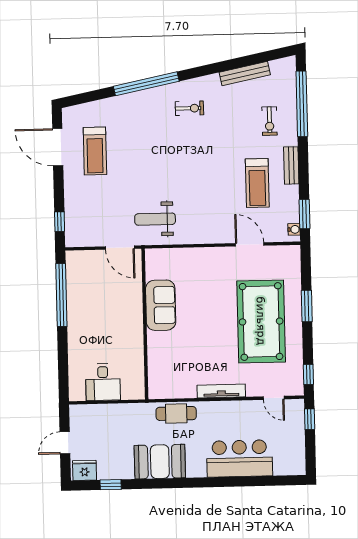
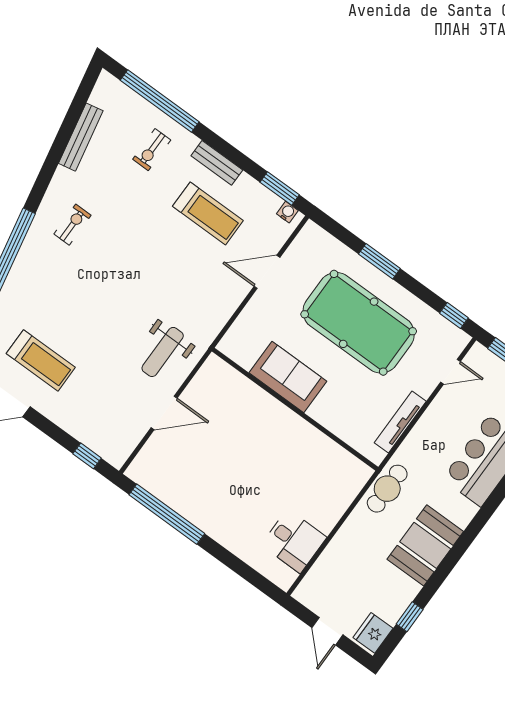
exercise bike: (269, 121) -> (152, 150), turned 90
sofa: (161, 305) -> (288, 377), moved
wall: (145, 324) -> (295, 409), moved

